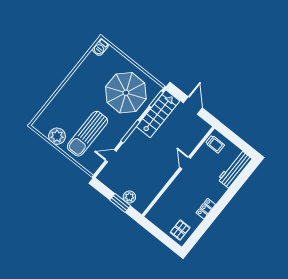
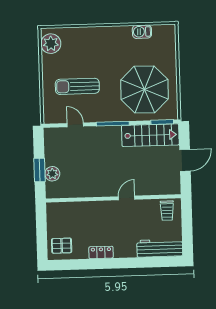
barbecue: (100, 47) -> (142, 32), moved
sun lounger: (87, 134) -> (77, 86), width x0.73, depth x0.75
plant: (57, 136) -> (51, 44), moved

